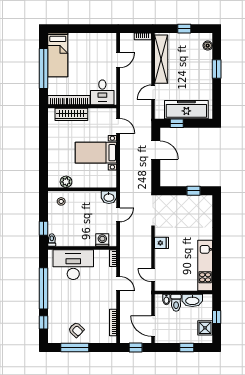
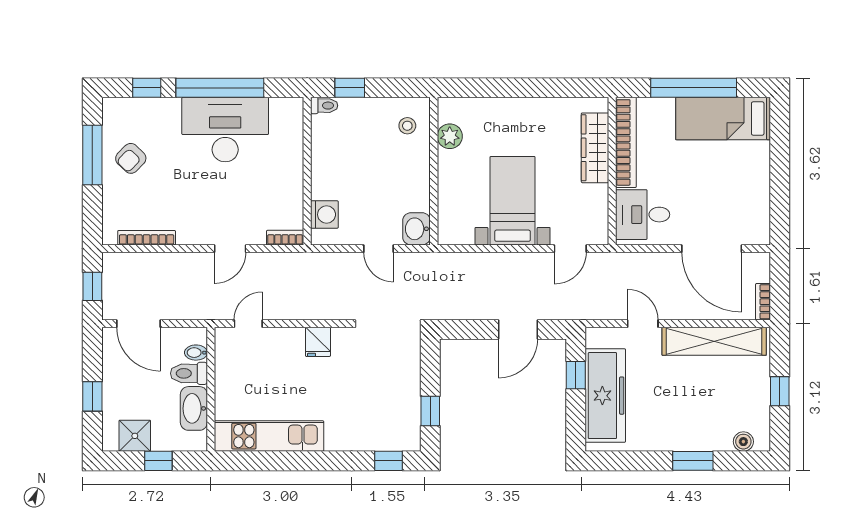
door: (118, 60) -> (712, 249), width x1.87
window: (217, 210) -> (388, 461), added
desk: (73, 265) -> (225, 130), moved, turned -90
door: (153, 326) -> (138, 324), swing flipped

